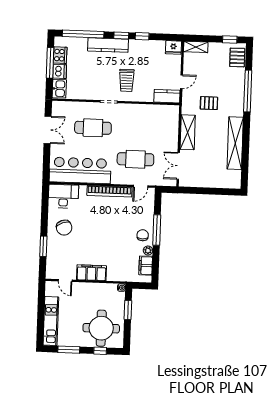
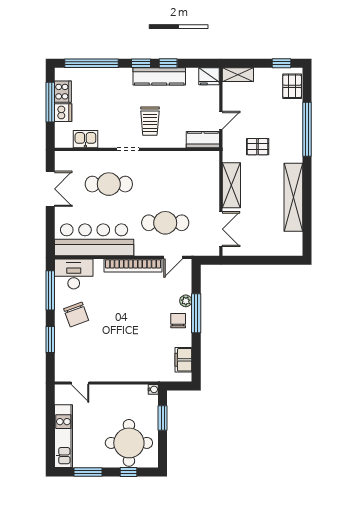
kitchen counter: (108, 45) -> (159, 76), moved
kitchen sink: (59, 89) -> (85, 139), moved, turned -90
double door: (178, 166) -> (221, 229), swing flipped
window: (45, 208) -> (50, 290), added
plant: (148, 251) -> (186, 301), moved
filing cabinet: (91, 273) -> (114, 372), removed

